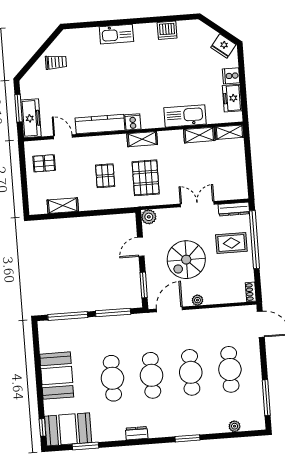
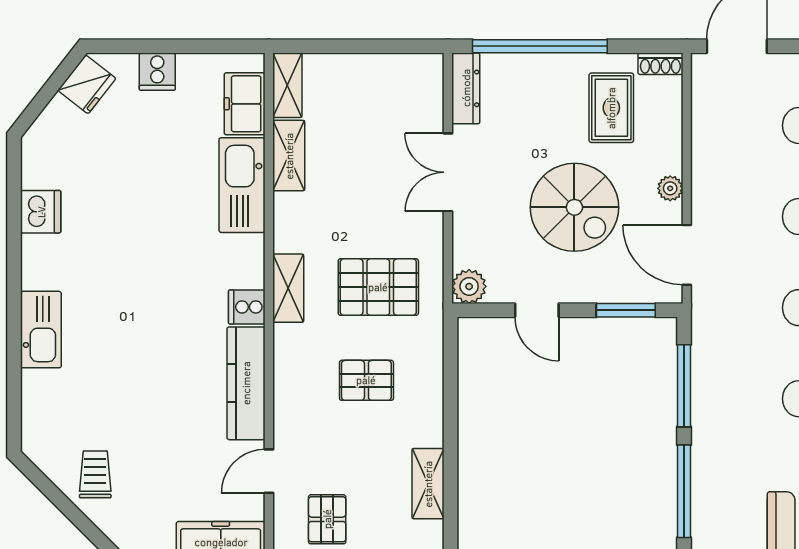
freezer: (232, 98) -> (245, 104), moved, turned 90
rug: (231, 243) -> (611, 108), moved

